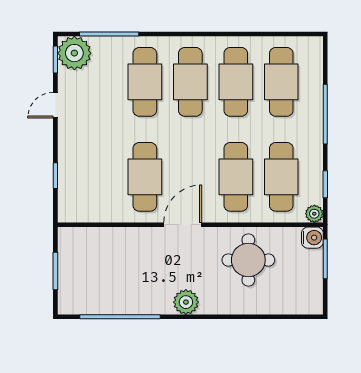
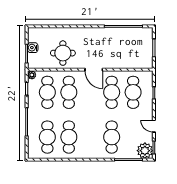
cafe table: (190, 82) -> (133, 92), moved
door: (55, 105) -> (154, 126), swing flipped
door: (183, 225) -> (94, 70), hinge flipped
water cooler: (312, 238) -> (33, 48), moved
plant: (186, 302) -> (92, 33), removed

